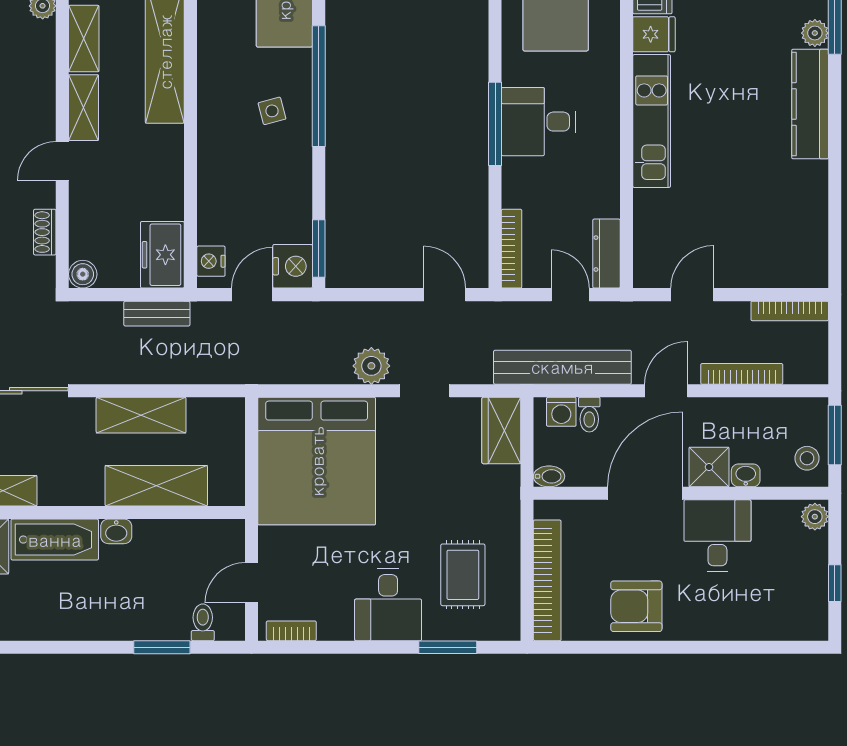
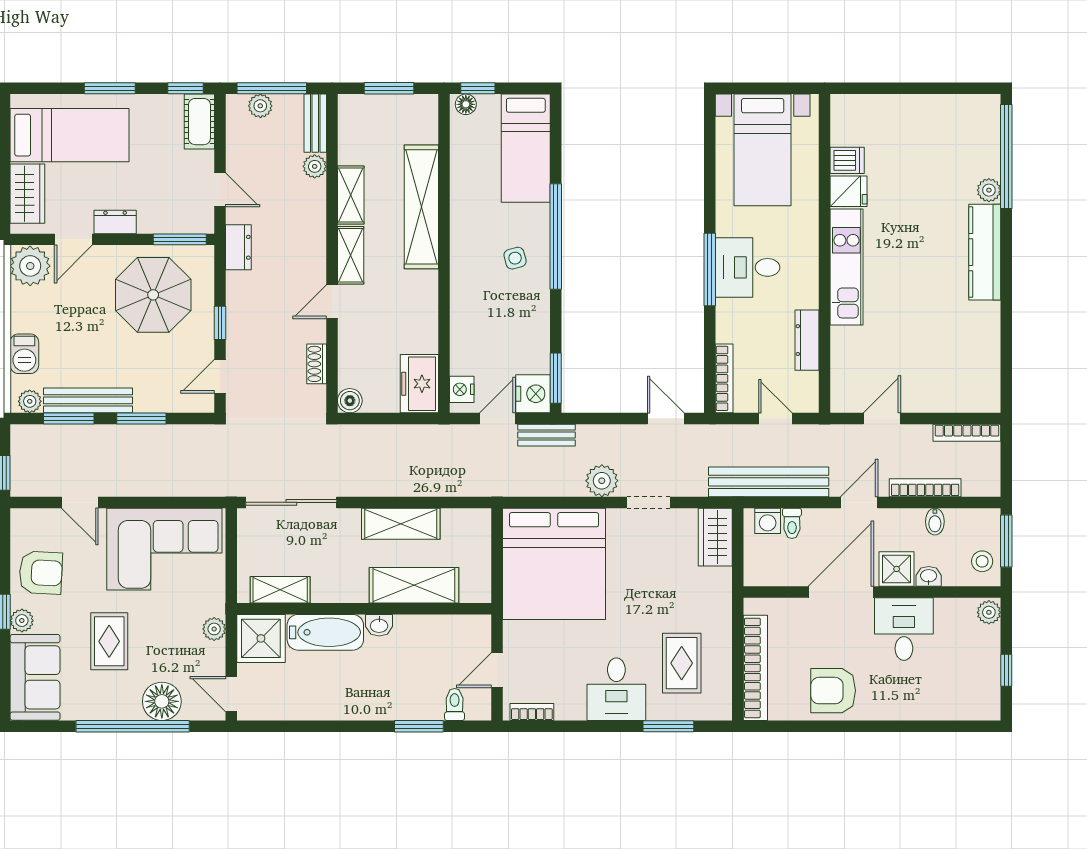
dresser: (606, 254) -> (807, 340), moved
bench: (157, 314) -> (547, 435), moved
bidet: (549, 476) -> (935, 522), moved, turned 90

